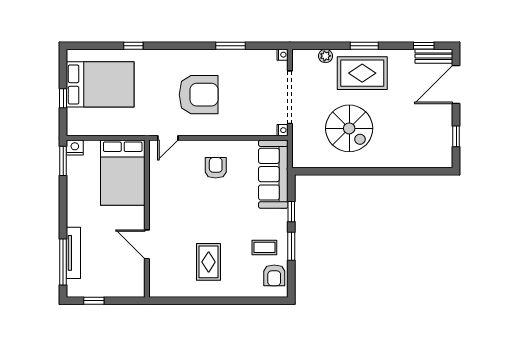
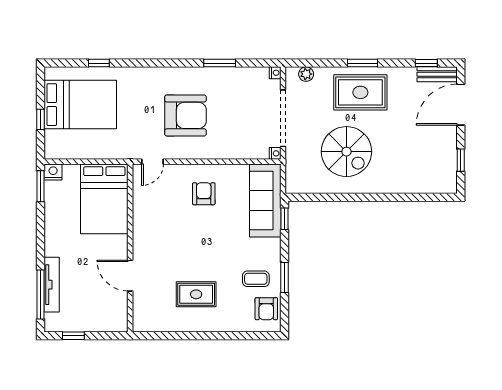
window: (133, 46) -> (99, 63), moved
plant: (325, 56) -> (306, 74), moved
window: (291, 212) -> (284, 219), moved
rug: (209, 262) -> (196, 294), turned 90

